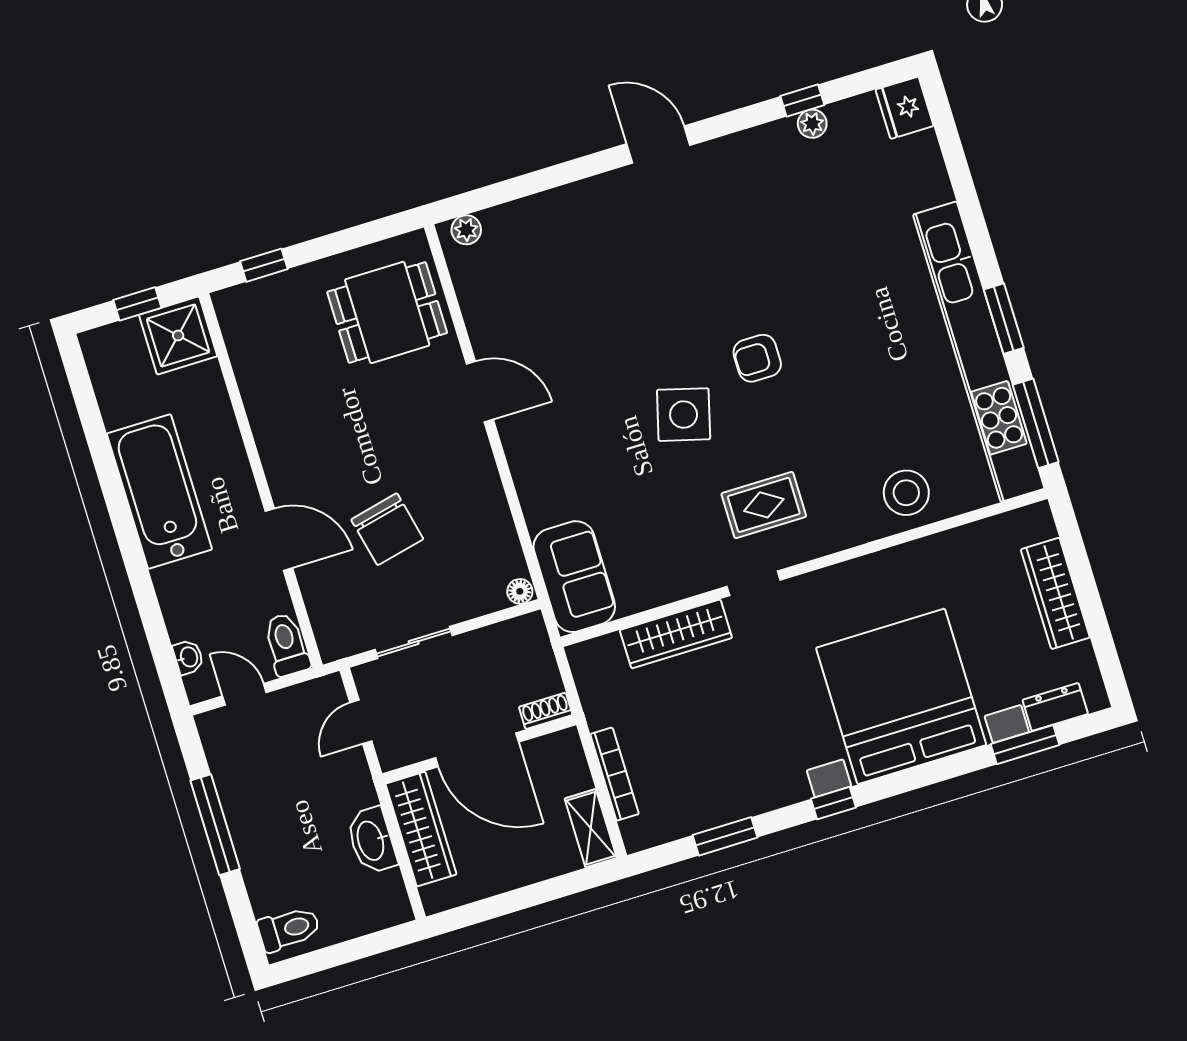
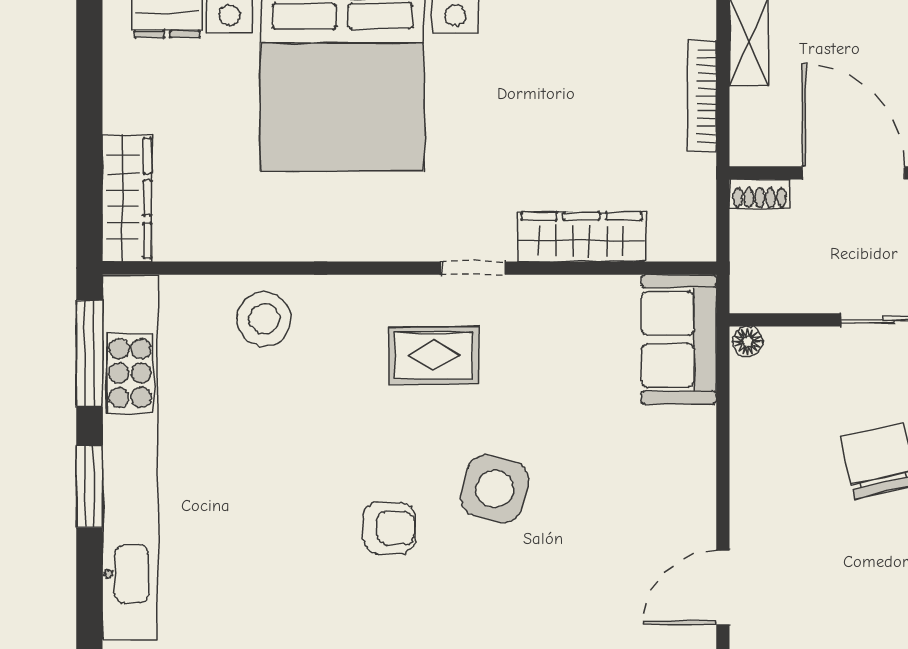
door: (480, 392) -> (723, 588), hinge flipped
wardrobe: (1055, 593) -> (127, 198), moved

